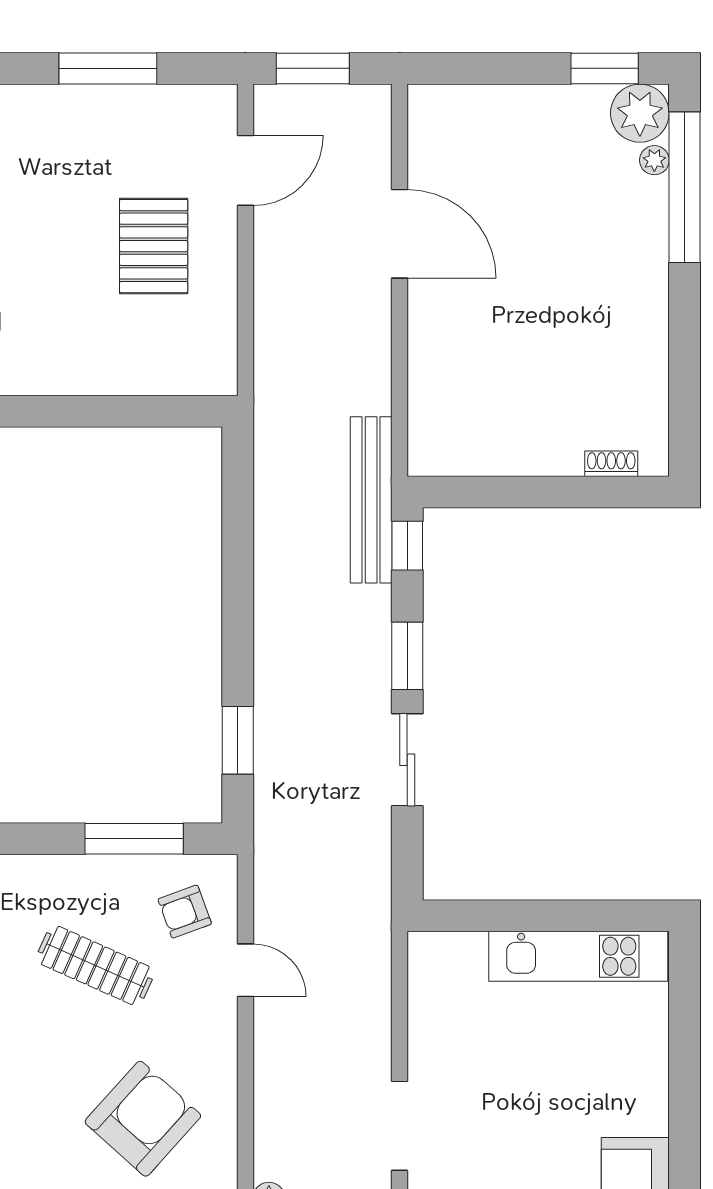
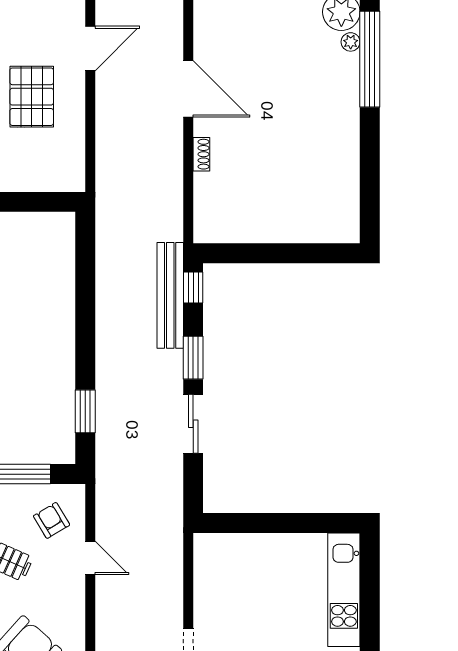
shoe rack: (611, 464) -> (201, 154), moved, turned 90
bench: (371, 500) -> (170, 295), moved
armchair: (185, 912) -> (52, 520), turned 79
kitchen unit: (578, 956) -> (344, 590), moved, turned 90

